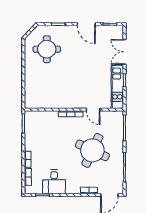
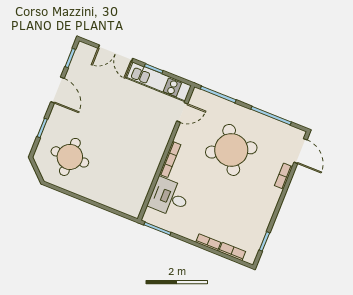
door: (86, 24) -> (57, 90), hinge flipped
door: (93, 110) -> (182, 112), moved
round table: (92, 150) -> (231, 150), turned 37
desk: (54, 182) -> (169, 197), moved, turned 180

